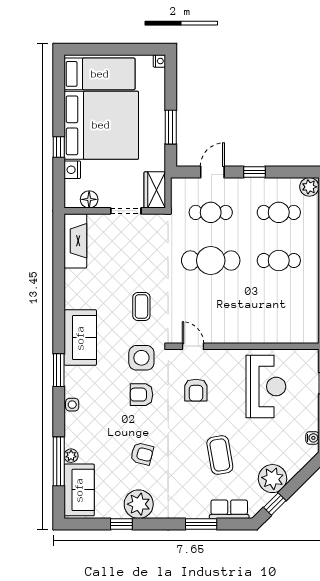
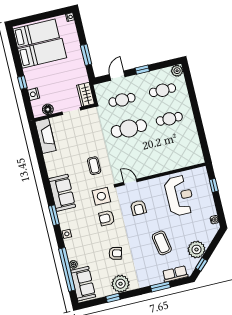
bed: (101, 125) -> (42, 53), width x0.49
window: (59, 461) -> (67, 270), width x1.46

